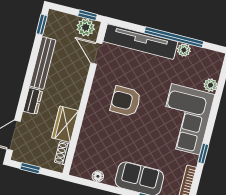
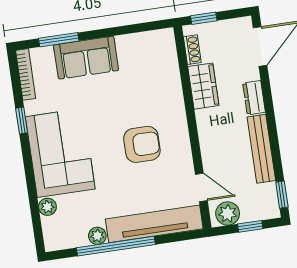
window: (87, 15) -> (250, 226), moved
window: (30, 168) -> (204, 18), moved
floor lamp: (98, 176) -> (137, 40), removed

